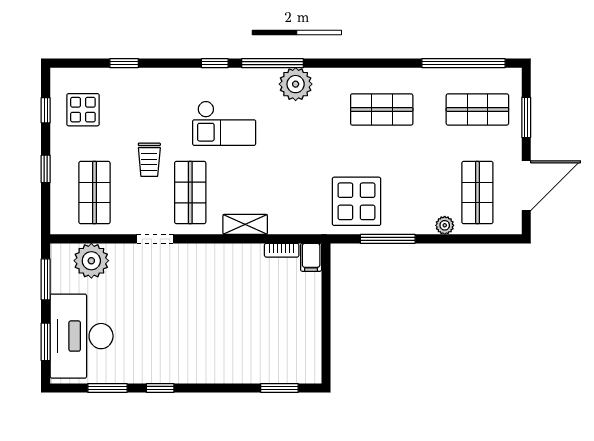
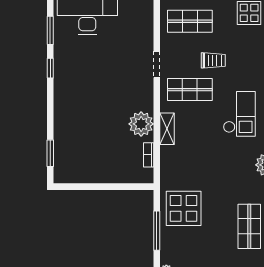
checkout: (224, 123) -> (239, 114), turned 180
trolley: (149, 160) -> (213, 60), turned 180
filing cabinet: (311, 257) -> (144, 176), removed
plant: (91, 261) -> (141, 124), moved

